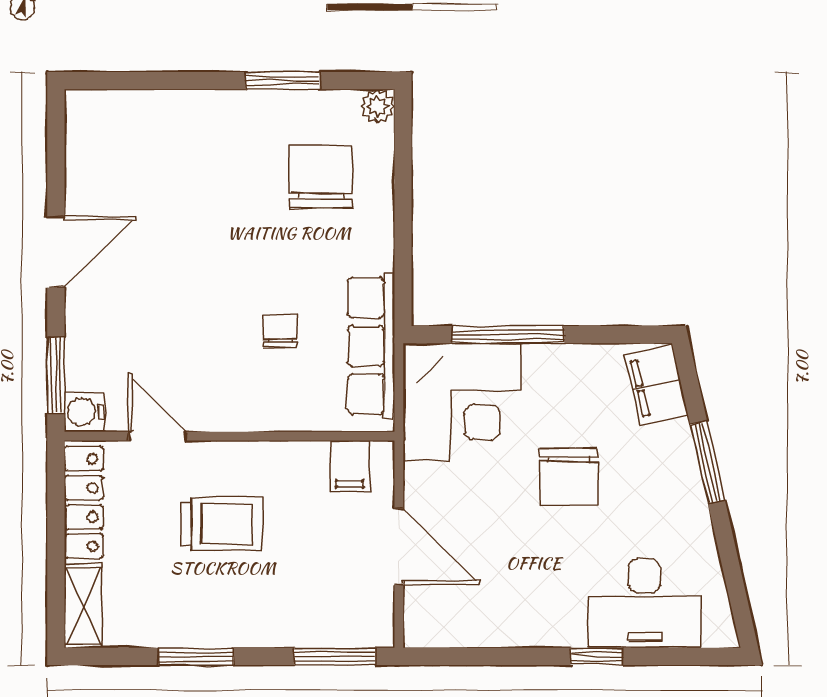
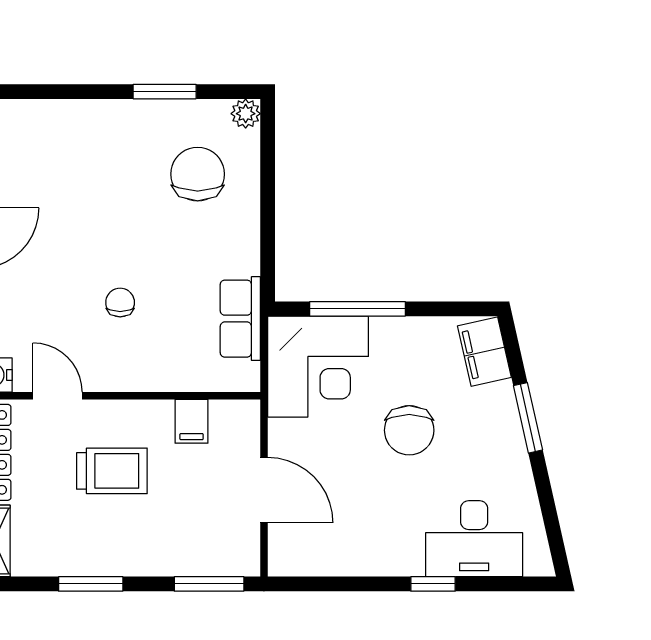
chair: (280, 330) -> (120, 302), moved
row of seats: (371, 346) -> (240, 319), width x0.68
filing cabinet: (350, 466) -> (192, 421), moved

